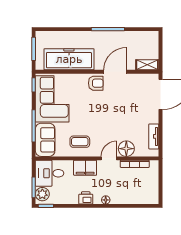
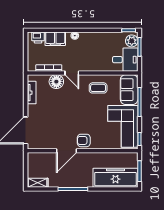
freezer: (69, 59) -> (115, 178), moved, turned 180
shelving: (147, 65) -> (38, 183), moved
door: (109, 158) -> (72, 73), hinge flipped
filing cabinet: (85, 168) -> (55, 39), moved, turned 180
printer: (86, 198) -> (38, 37), moved

